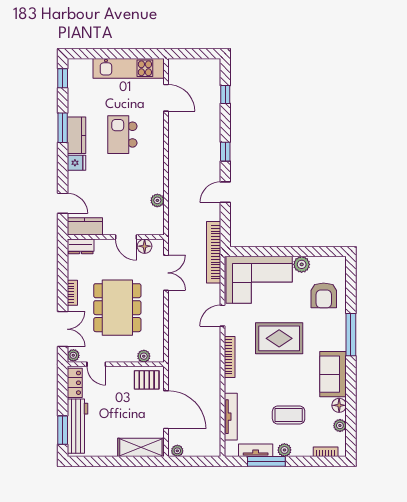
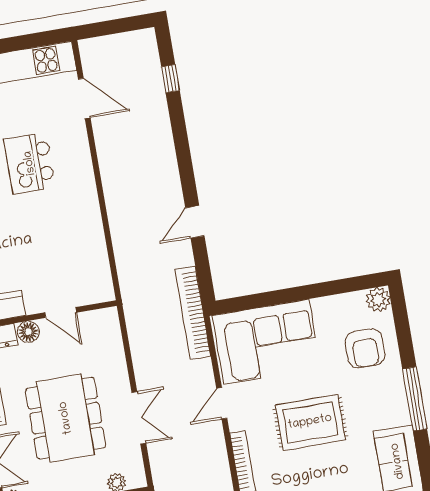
window: (225, 152) -> (185, 162), removed
plant: (157, 200) -> (97, 251), removed
floor lamp: (145, 246) -> (28, 332), moved
plant: (302, 264) -> (378, 299), moved
double door: (166, 273) -> (139, 418), moved

